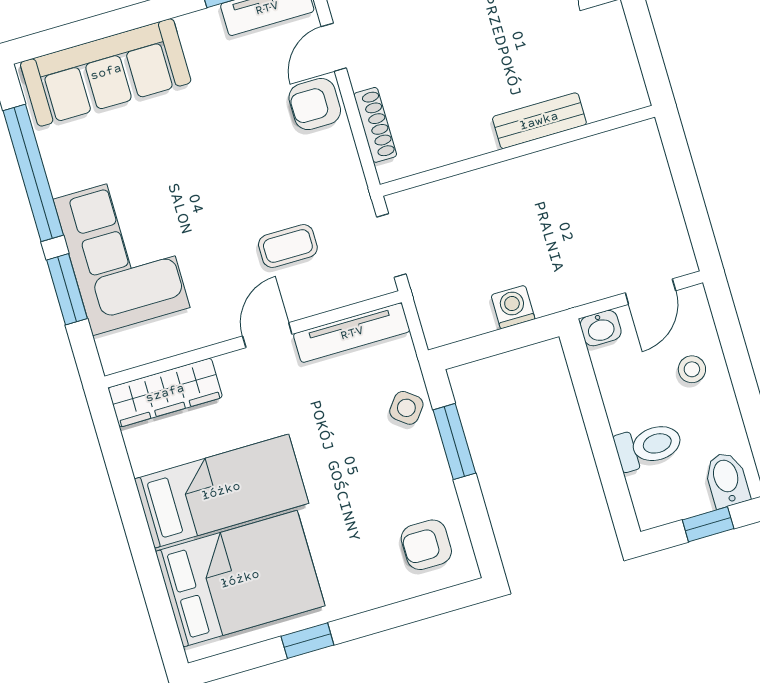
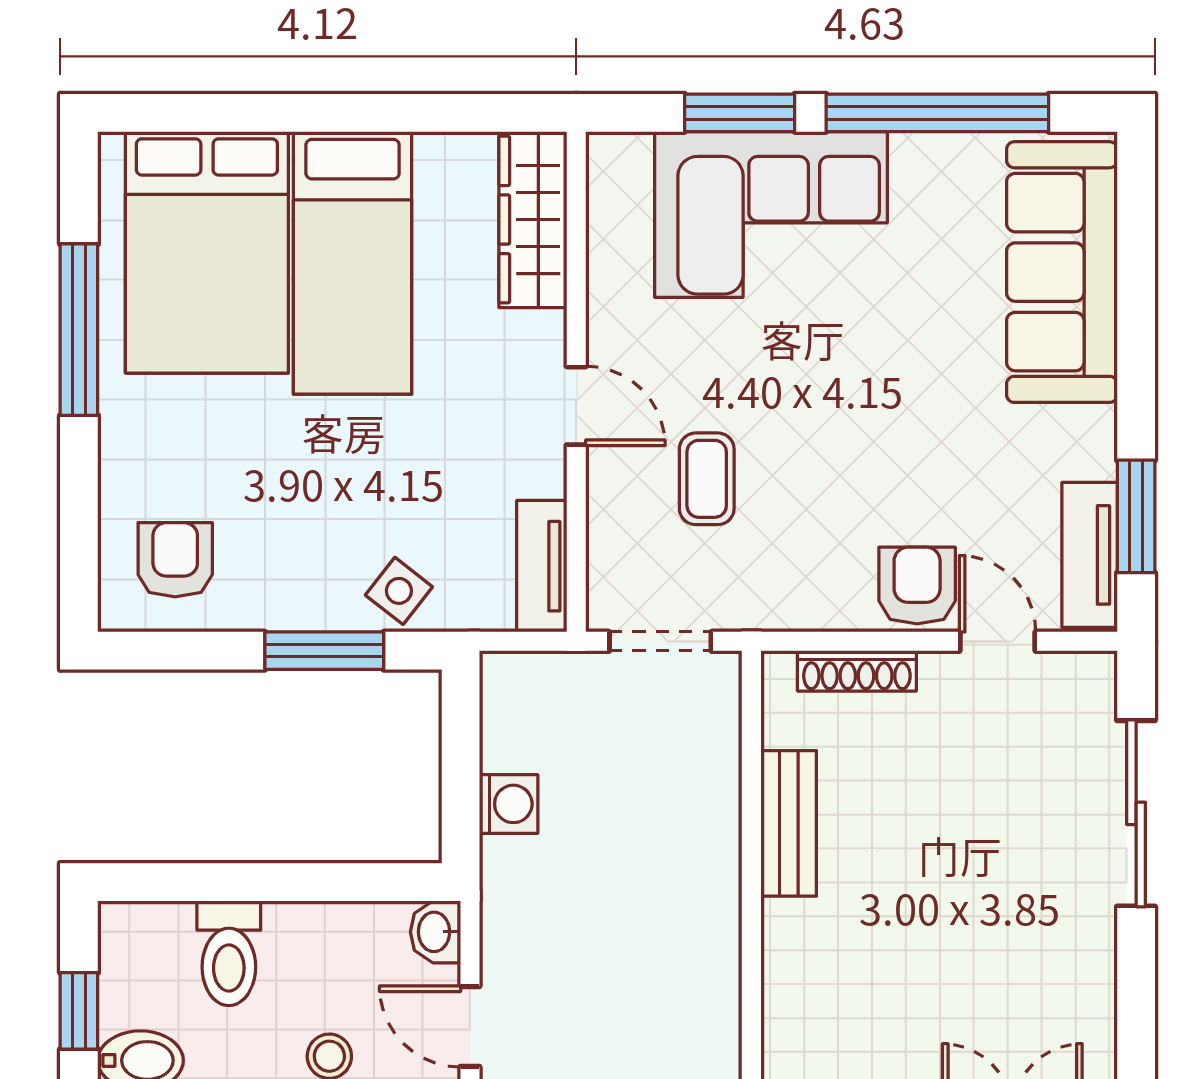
bench: (539, 121) -> (789, 823), moved
tv unit: (352, 333) -> (542, 566), width x0.71
window: (307, 641) -> (79, 330), width x2.17

